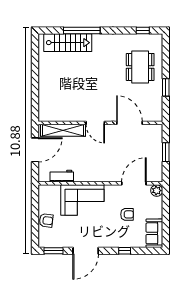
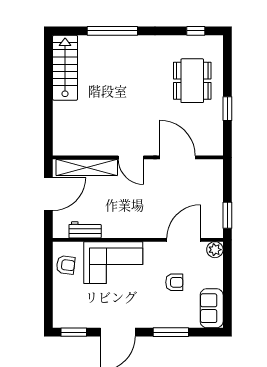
stairs: (68, 43) -> (65, 68), moved, turned -90
window: (166, 152) -> (227, 215), moved
armchair: (46, 220) -> (66, 265), moved
window: (125, 251) -> (171, 332), width x2.17

